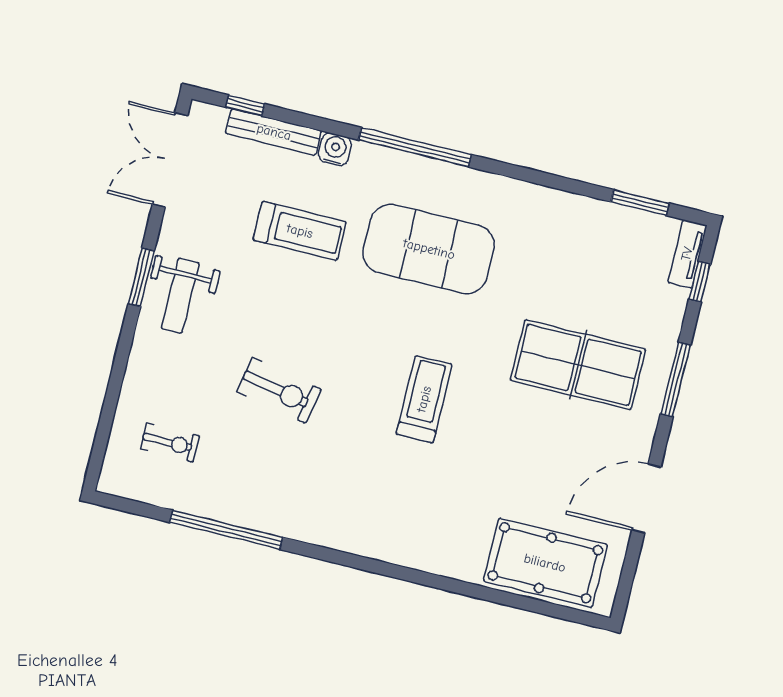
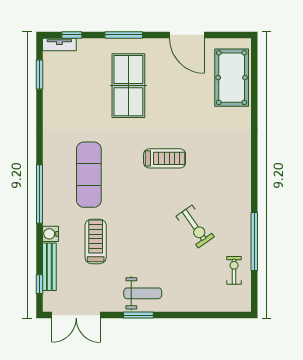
exercise mat: (429, 249) -> (89, 175), width x0.68
exercise bike: (279, 390) -> (195, 227), moved, turned 134
treadmill: (424, 399) -> (165, 158), turned 180
exercise bike: (170, 443) -> (234, 270), moved

